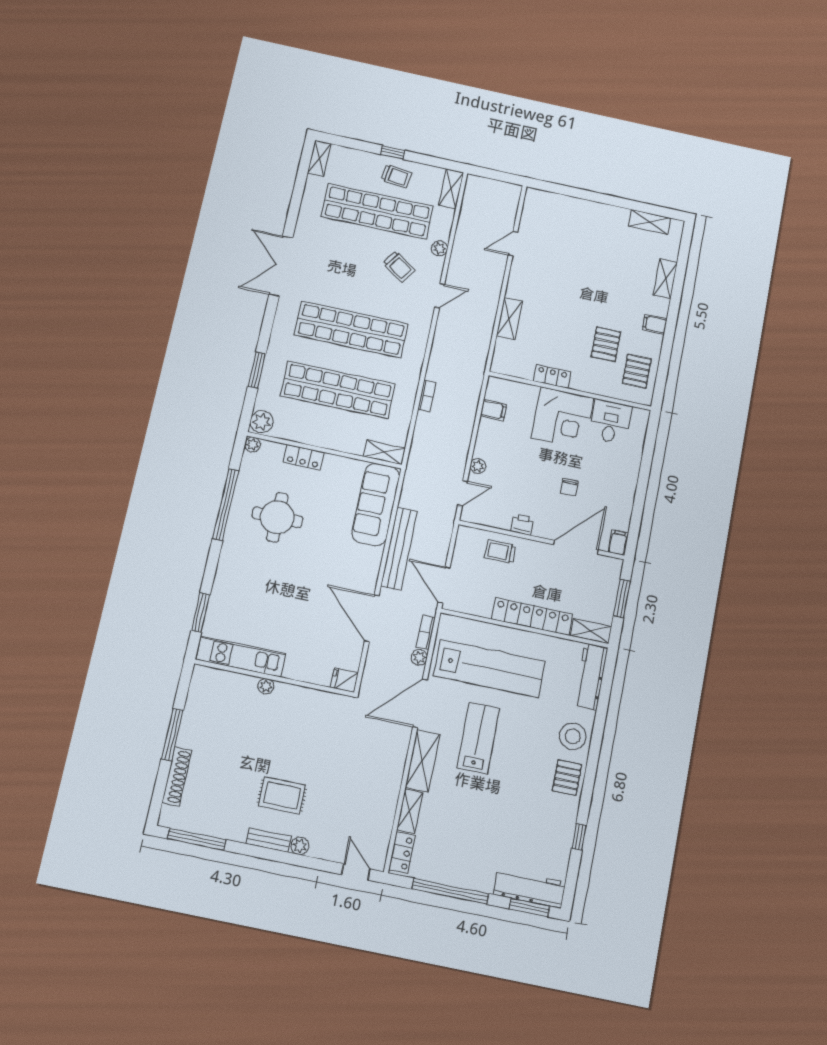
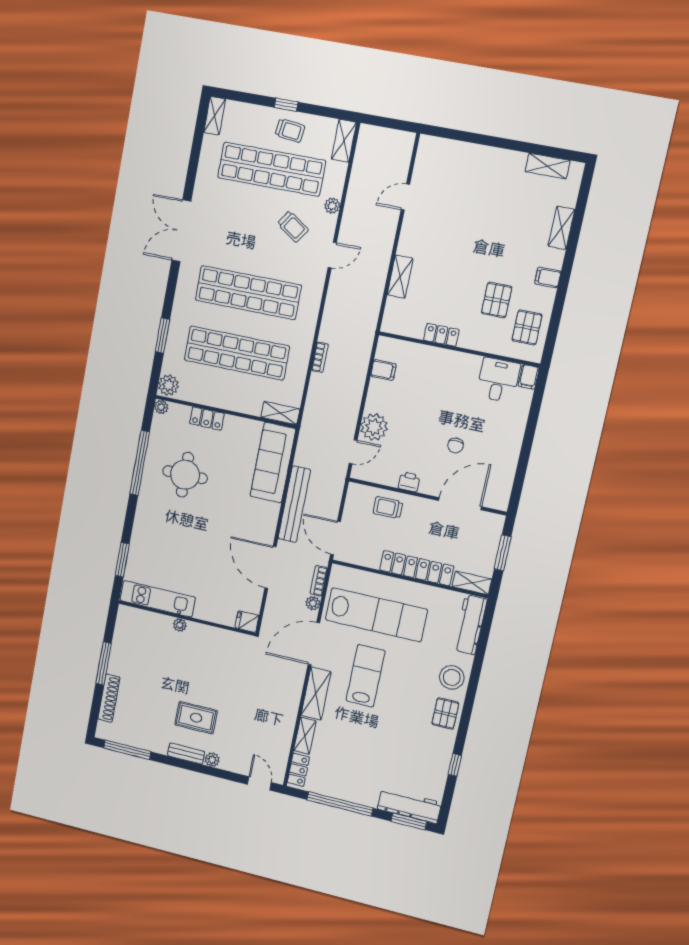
corner desk: (562, 418) -> (451, 377), removed
plant: (478, 466) -> (374, 427), width x1.87, depth x1.87
filing cabinet: (618, 543) -> (529, 377), moved, turned 180

